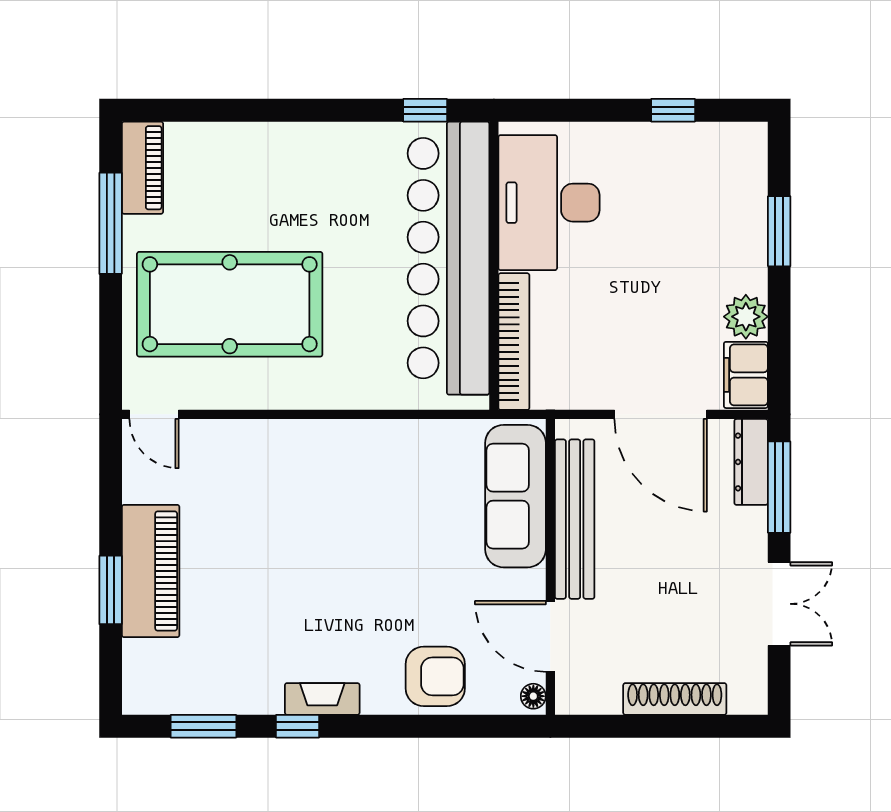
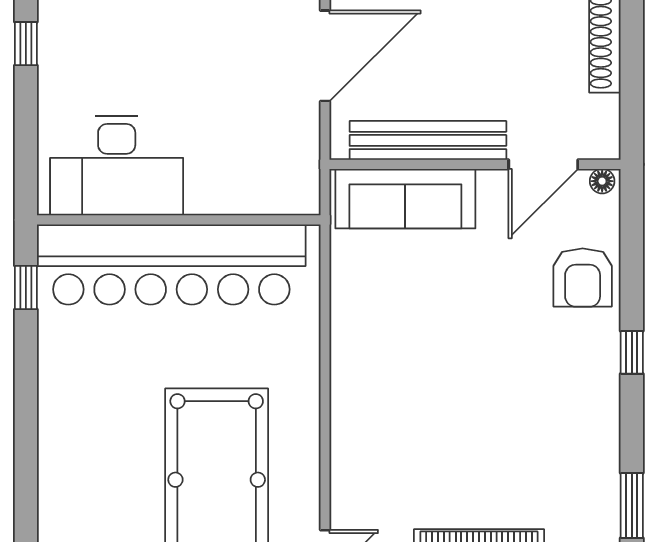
bookcase: (514, 342) -> (253, 200), removed
armchair: (435, 676) -> (583, 278), turned 180
fireplace: (322, 699) -> (605, 389), removed
window: (298, 726) -> (632, 352), moved

